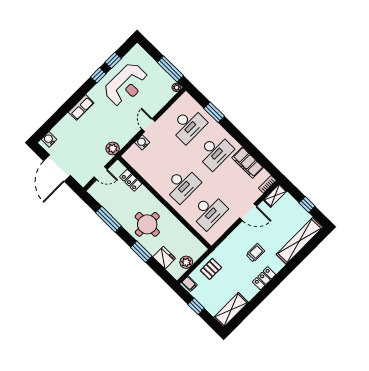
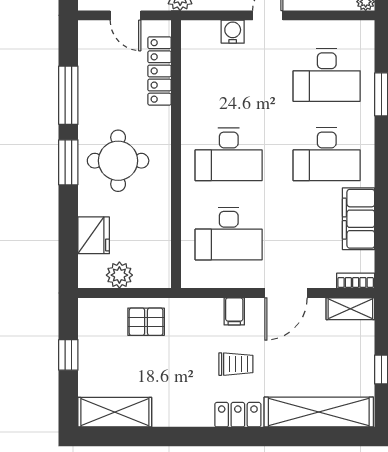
locker: (131, 180) -> (160, 71), width x1.53
door: (248, 212) -> (286, 293), hinge flipped
window: (141, 252) -> (68, 162), moved
locker: (264, 278) -> (238, 415), moved
filing cabinet: (189, 284) -> (234, 311), moved

